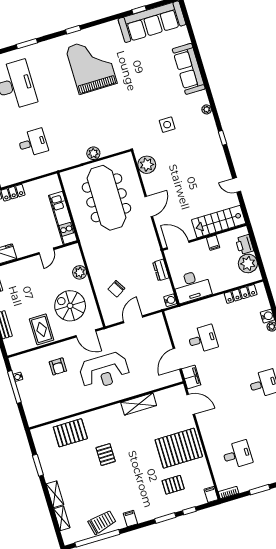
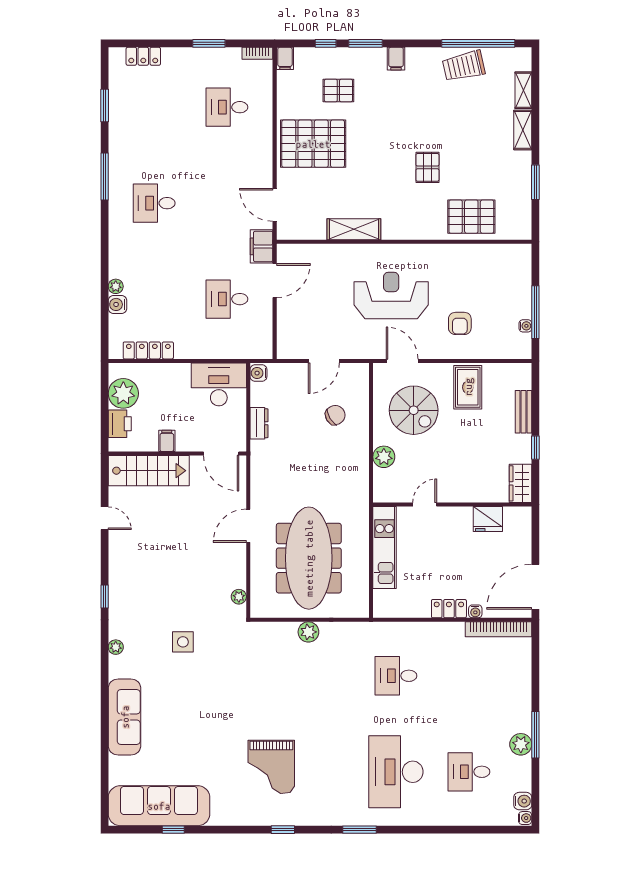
grand piano: (91, 65) -> (271, 767), width x0.73, depth x0.68
plant: (147, 165) -> (239, 597), width x0.53, depth x0.53
armchair: (58, 366) -> (460, 323), turned 180
filing cabinet: (130, 518) -> (396, 59), moved

